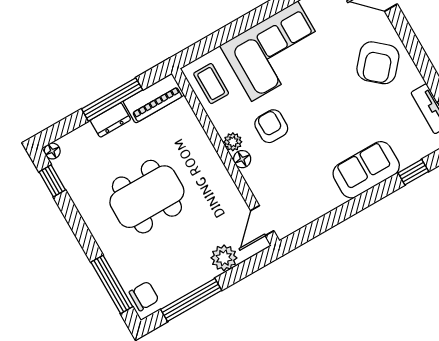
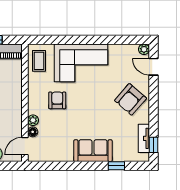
plant: (233, 142) -> (33, 120), moved
floor lamp: (242, 159) -> (33, 132), moved

